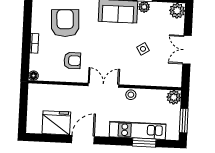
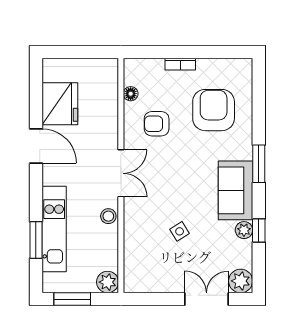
armchair: (65, 23) -> (214, 110), turned -87
double door: (187, 50) -> (207, 299), moved
armchair: (72, 61) -> (157, 124), turned 90
floor lamp: (33, 76) -> (131, 94), moved

